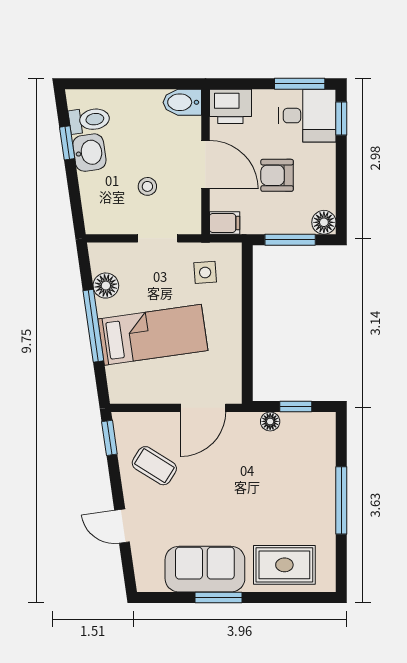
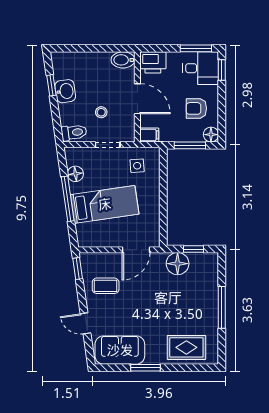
toilet: (89, 120) -> (74, 132), moved
armchair: (277, 175) -> (196, 108), moved
floor lamp: (270, 421) -> (178, 264), width x1.89, depth x1.89
coffee table: (154, 466) -> (106, 286), turned -32
sofa: (205, 569) -> (120, 350), moved

